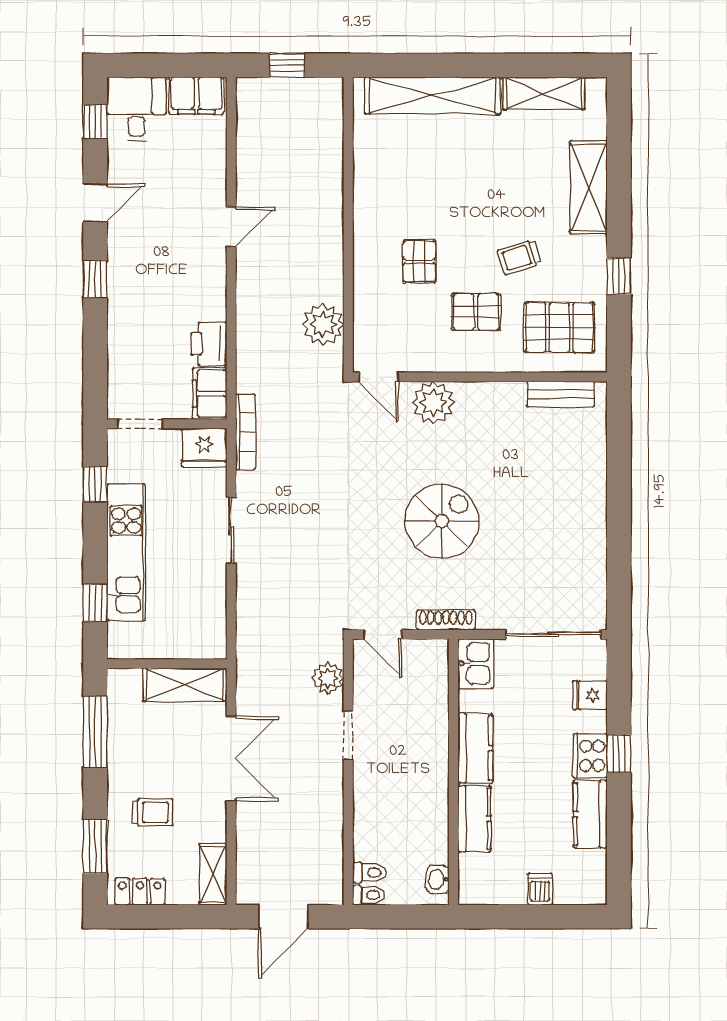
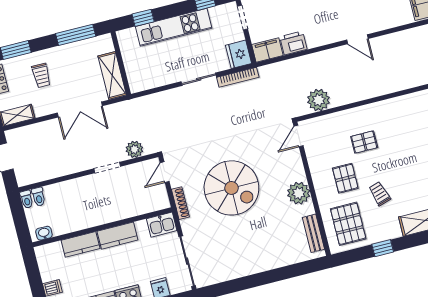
plant: (433, 403) -> (299, 193), moved
bookcase: (245, 432) -> (238, 77), moved
spiral stairs: (442, 521) -> (231, 188), width x1.37, depth x1.37

